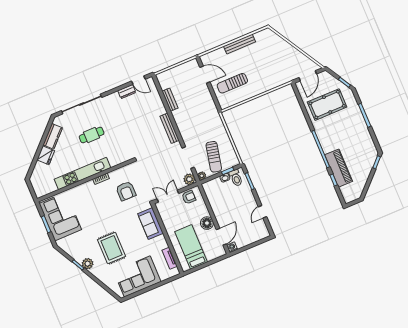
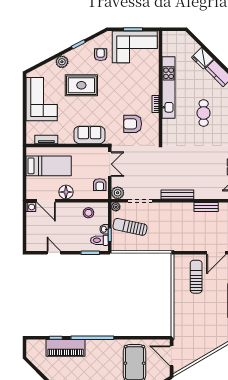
stool: (217, 197) -> (88, 213), added
armchair: (79, 243) -> (101, 55), added
plant: (88, 264) -> (62, 62), moved

